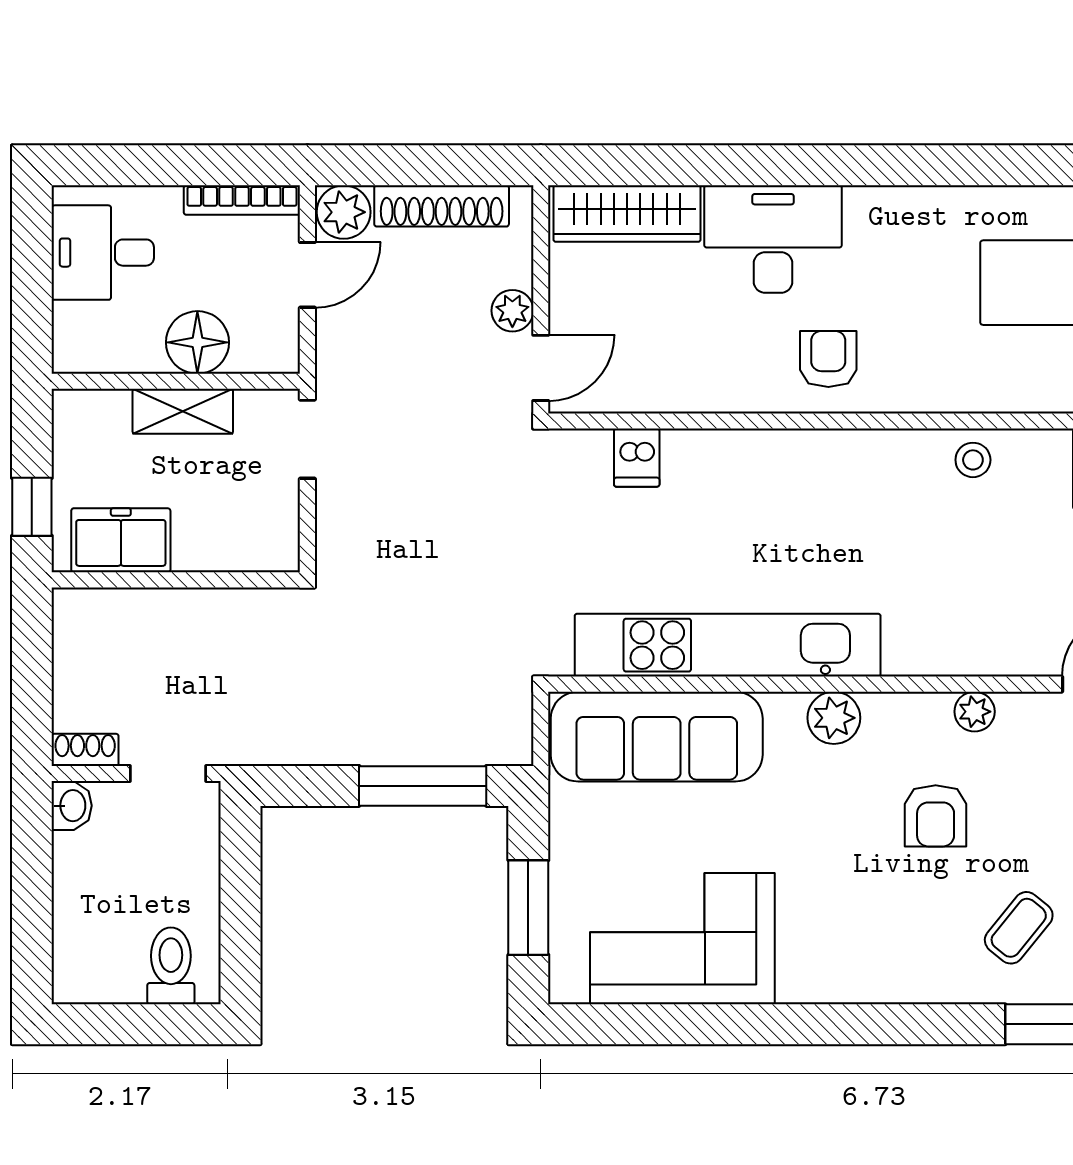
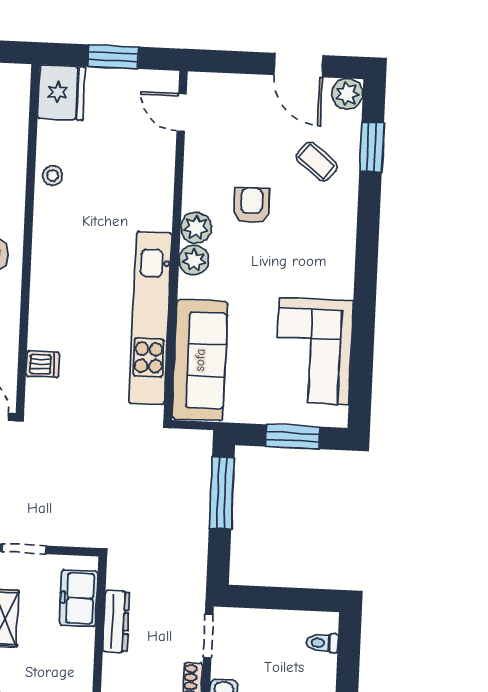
freezer: (121, 540) -> (79, 598), moved
dresser: (186, 609) -> (116, 621), added
plant: (975, 712) -> (196, 228), moved, width x1.38, depth x1.38
armchair: (936, 816) -> (252, 206), turned -90
toilet: (171, 966) -> (322, 643), width x0.73, depth x0.72

